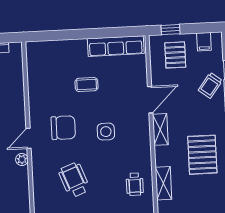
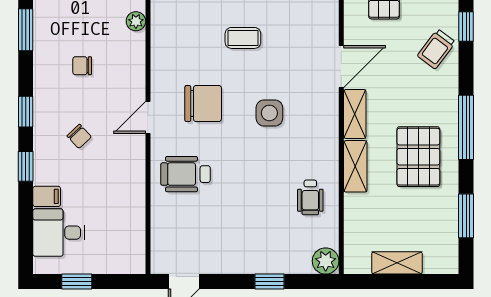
plant: (22, 159) -> (136, 21), moved
wheelchair: (74, 180) -> (185, 174), moved, turned -69
shelving: (163, 183) -> (355, 166), moved

